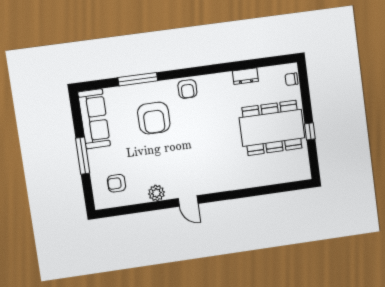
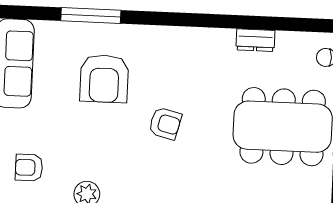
armchair: (187, 89) -> (165, 123), moved, turned -76

